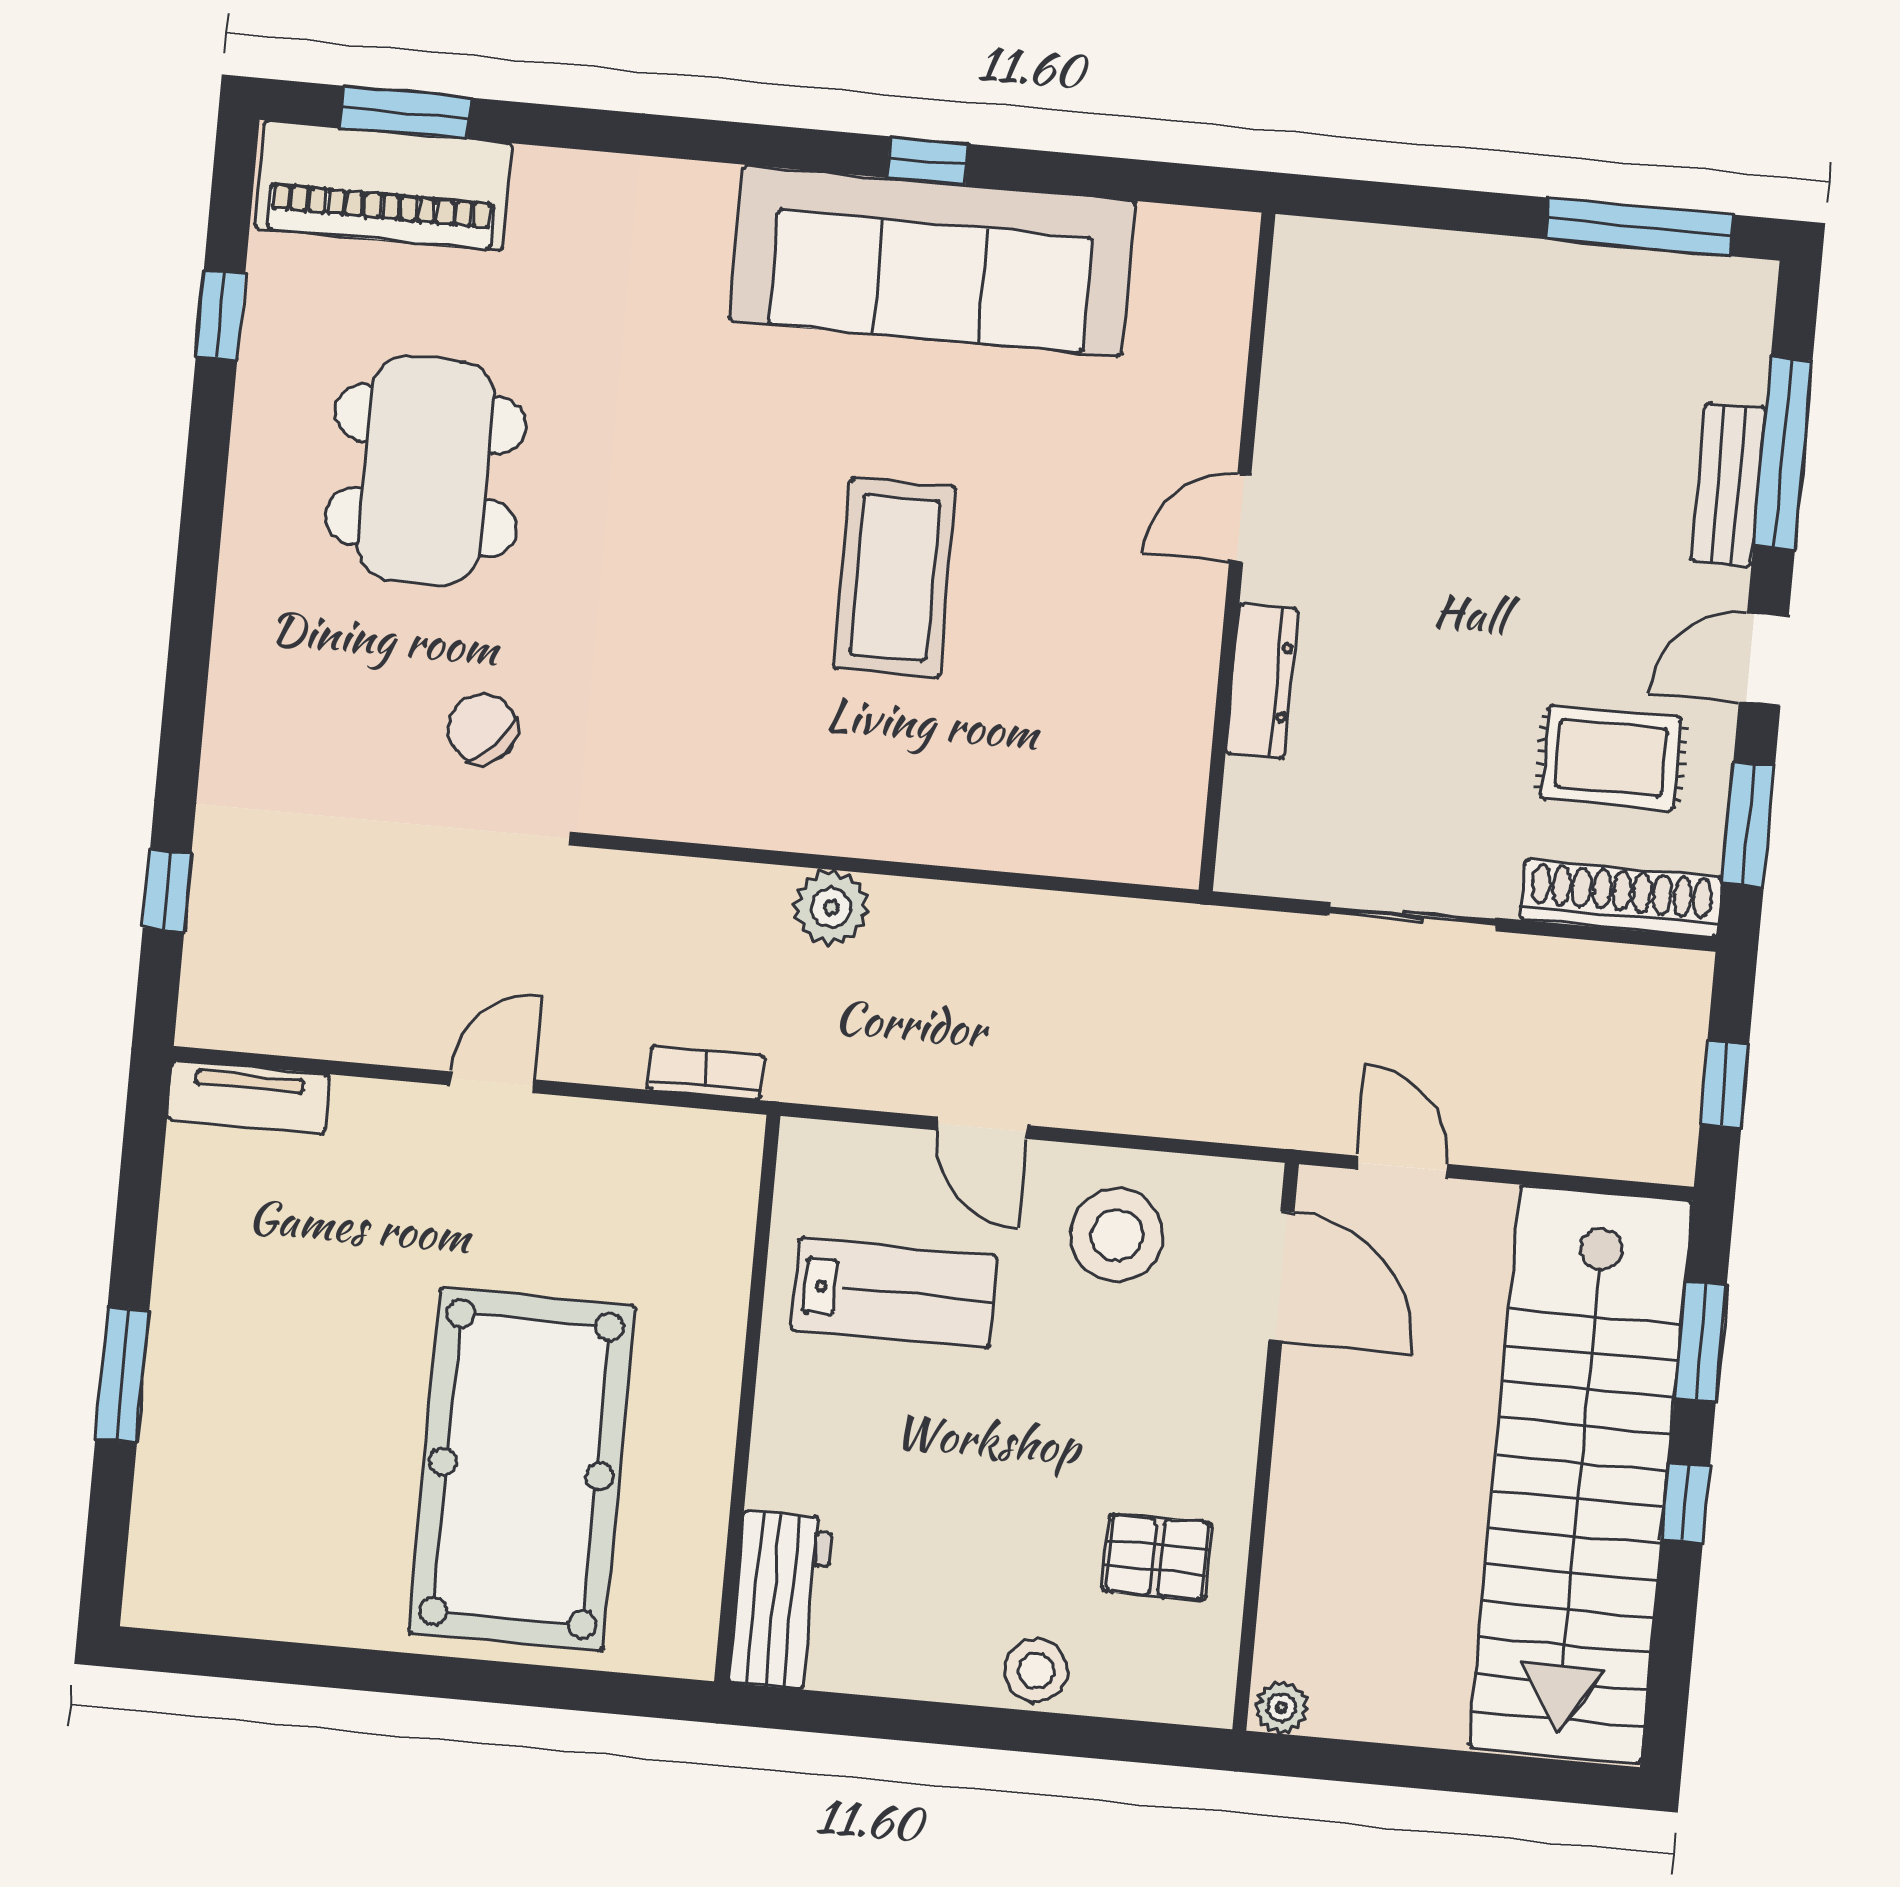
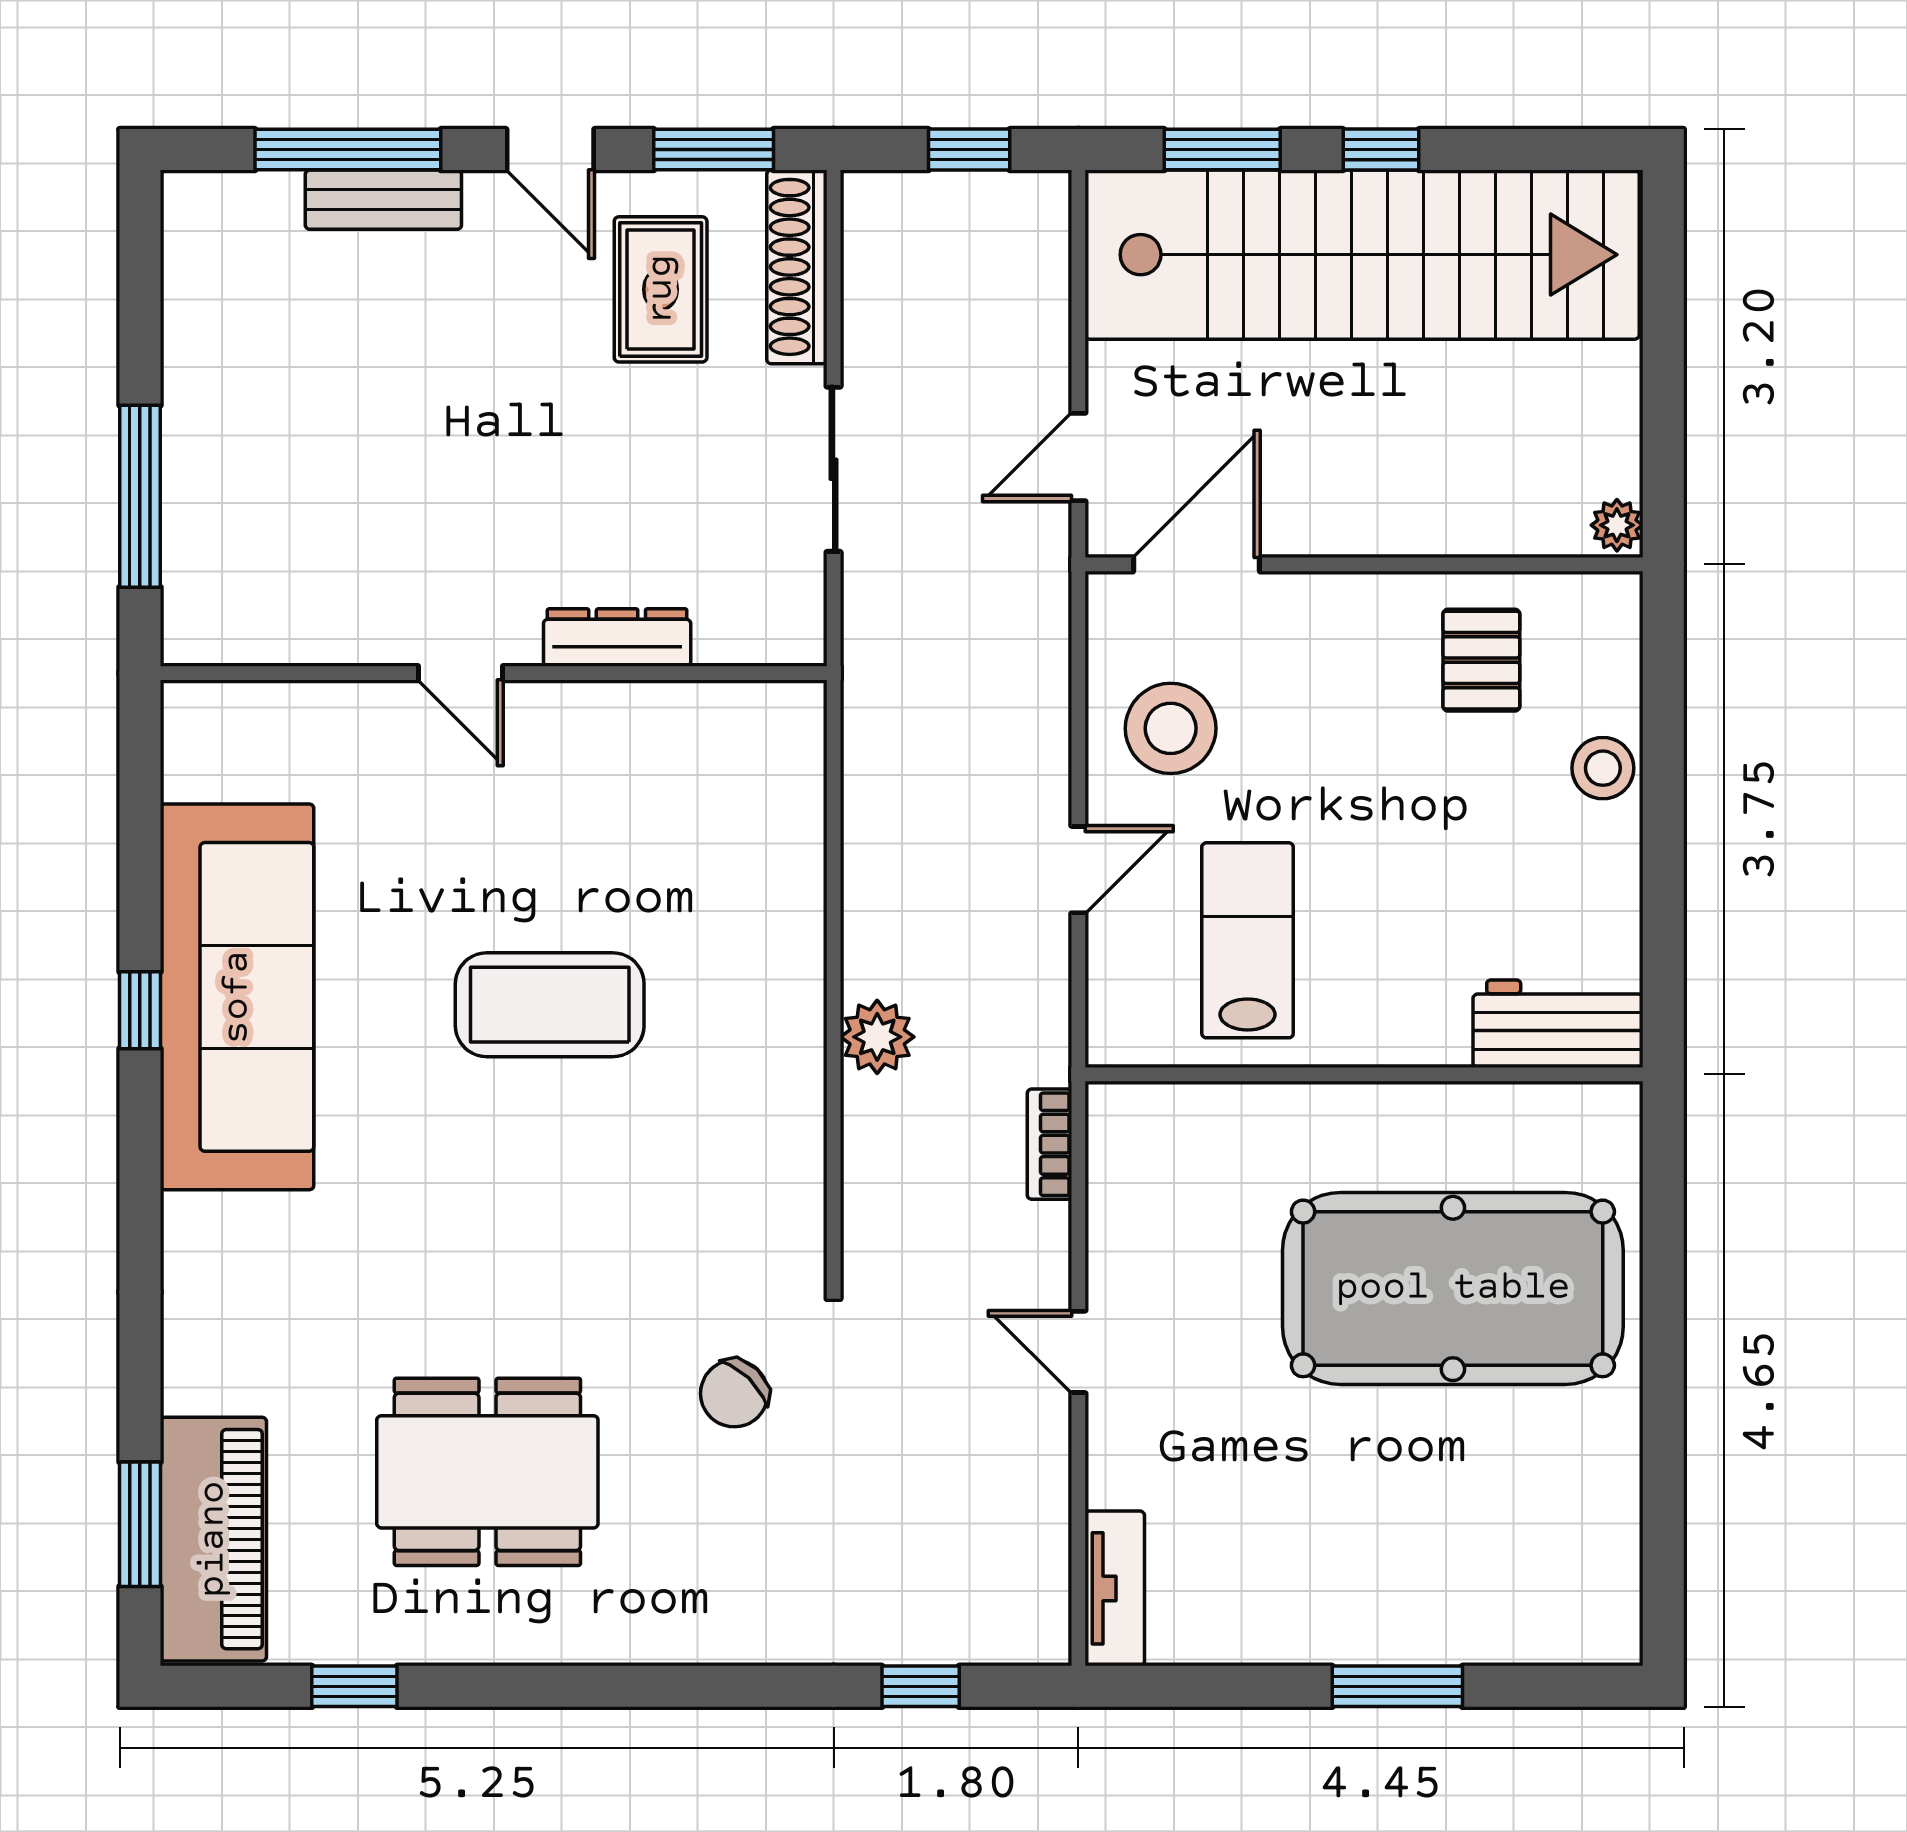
window: (1639, 227) -> (140, 496), moved

